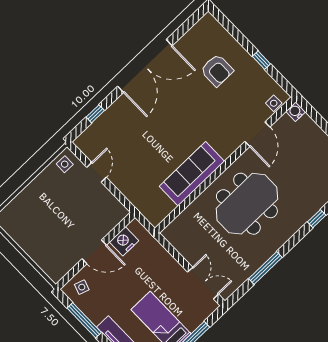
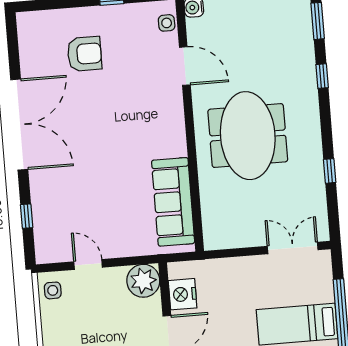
sofa: (192, 174) -> (173, 202), moved
plant: (113, 212) -> (143, 281), added
window: (265, 268) -> (330, 171), width x0.46

